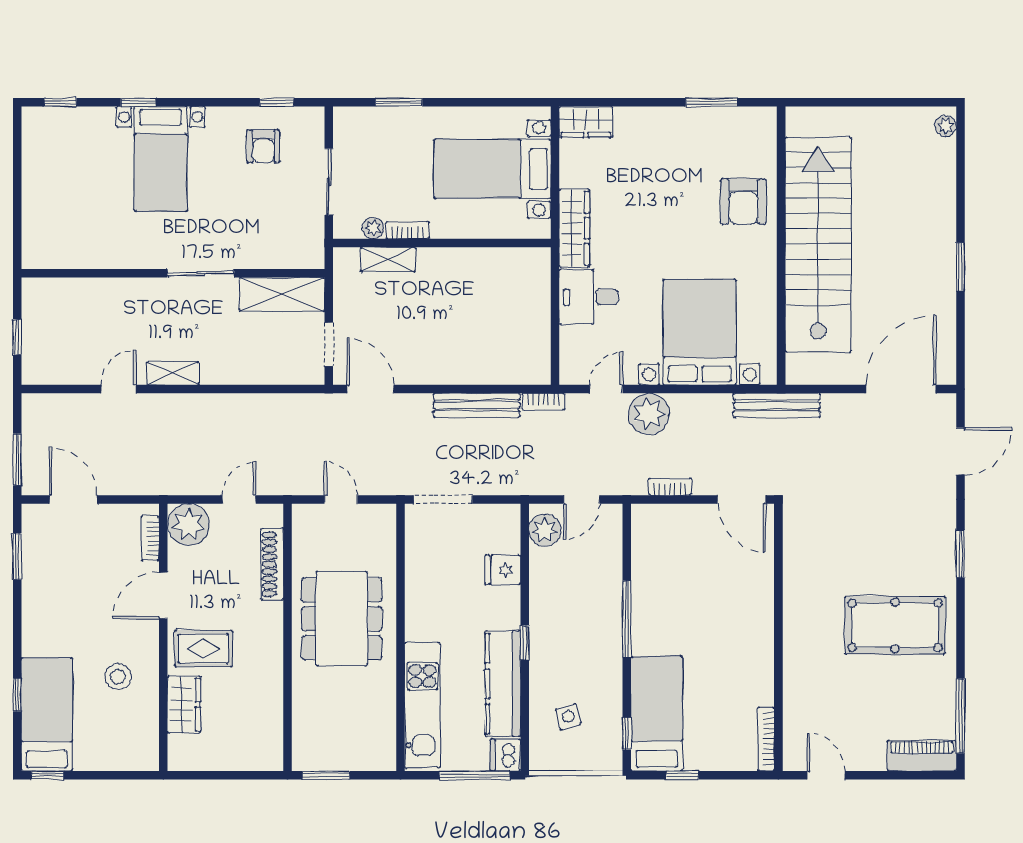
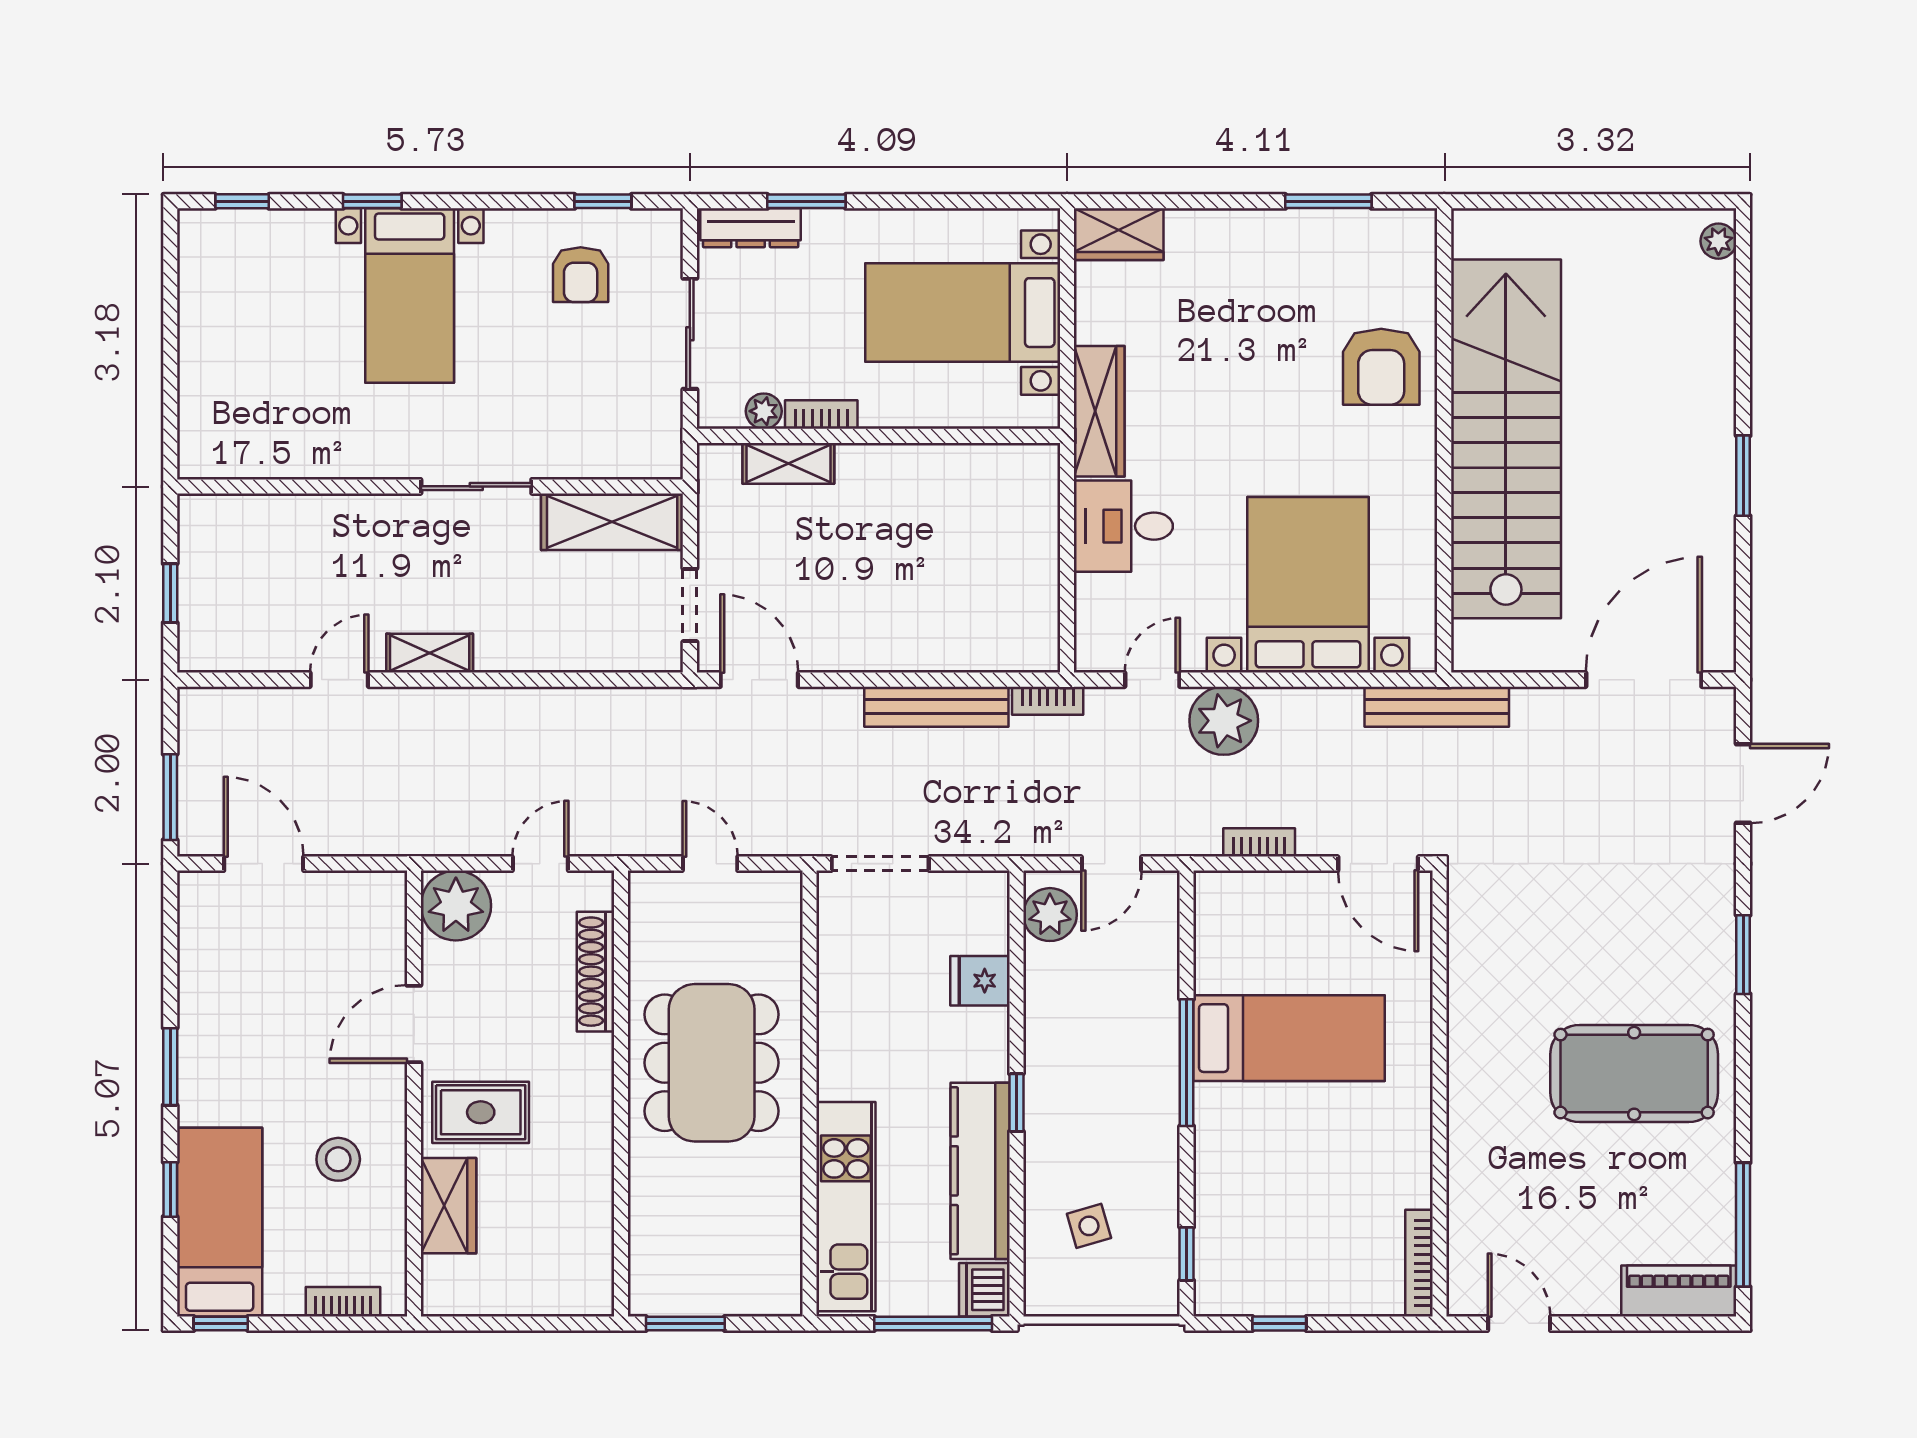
dresser: (365, 118) -> (751, 228), added
bookcase: (150, 539) -> (343, 1302), moved, turned 90
window: (17, 556) -> (170, 1067), moved
bed: (657, 714) -> (1289, 1038), moved, turned 90

